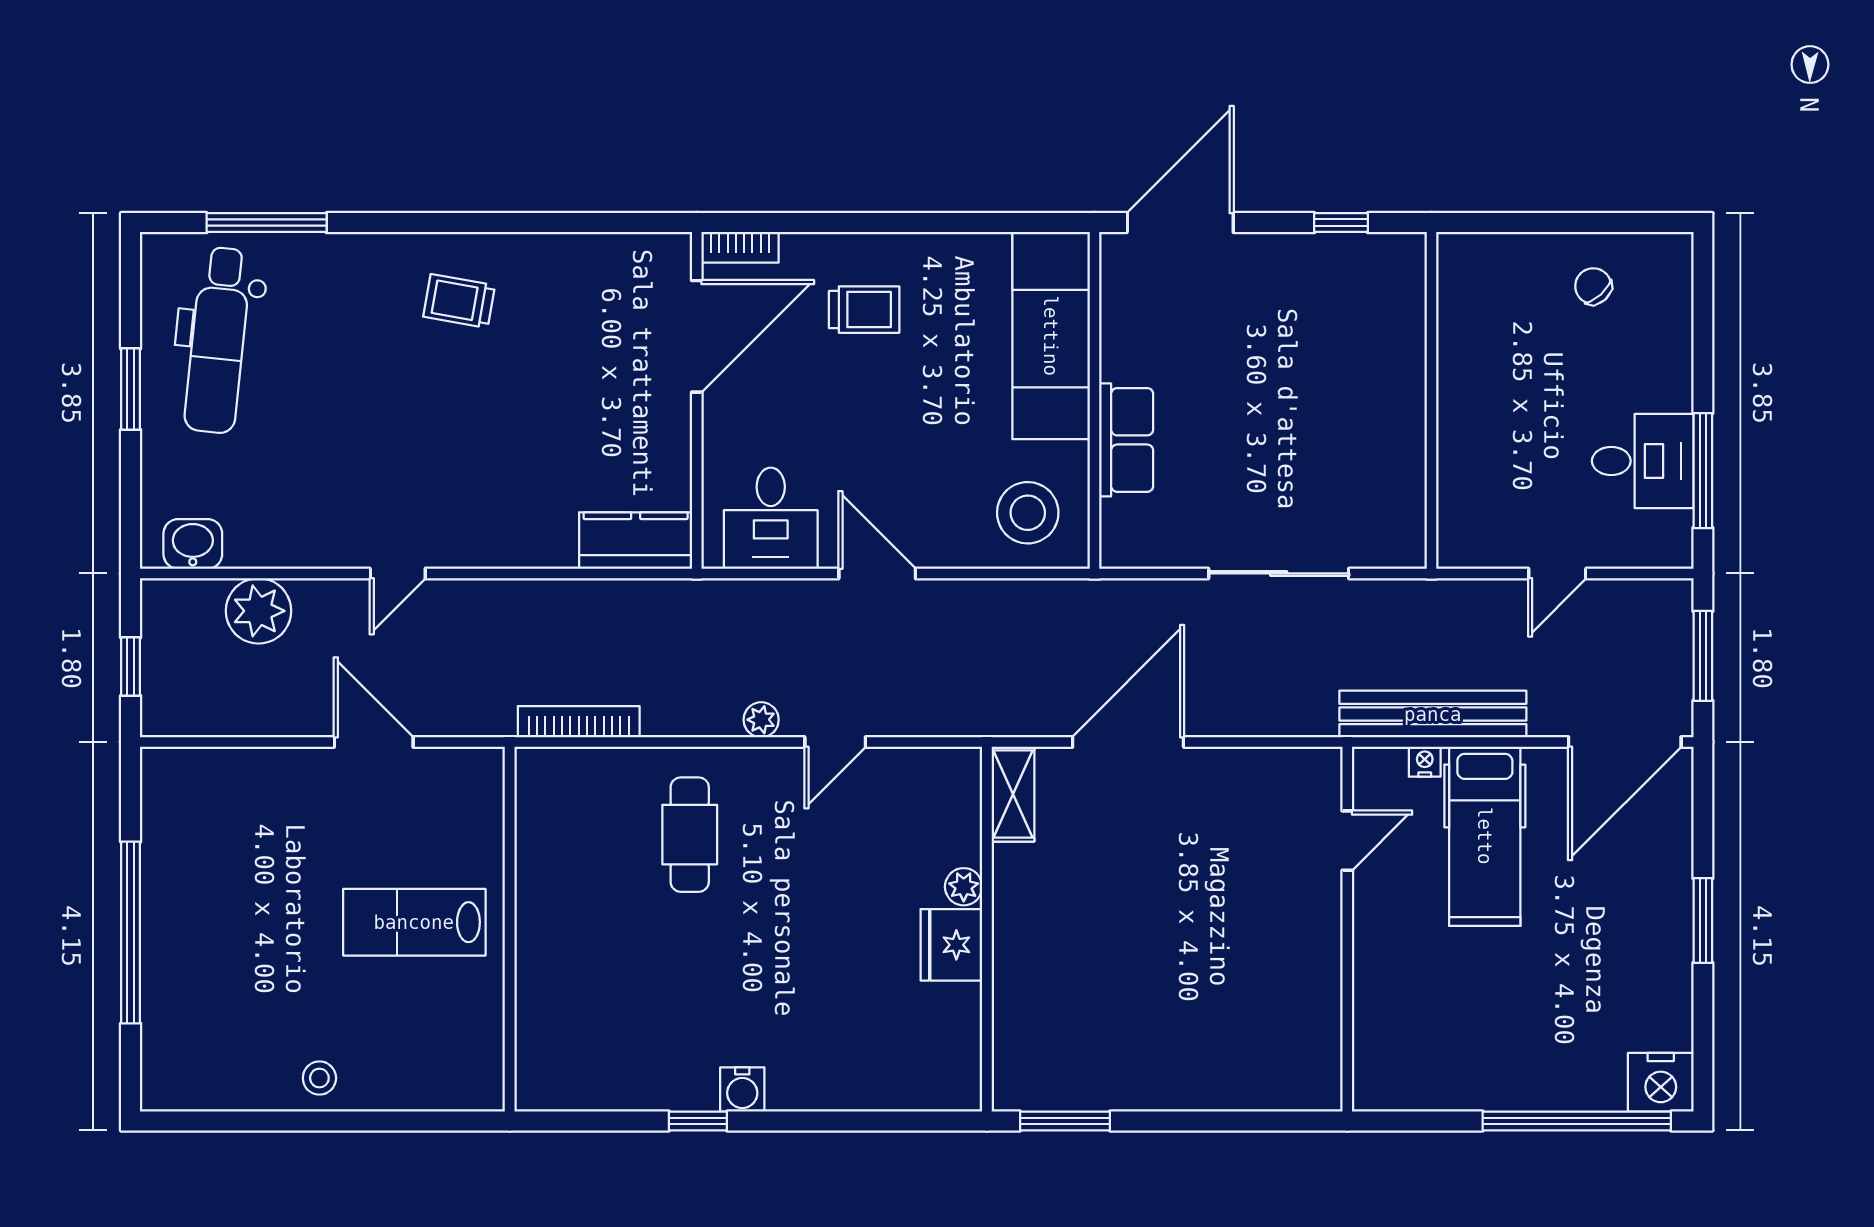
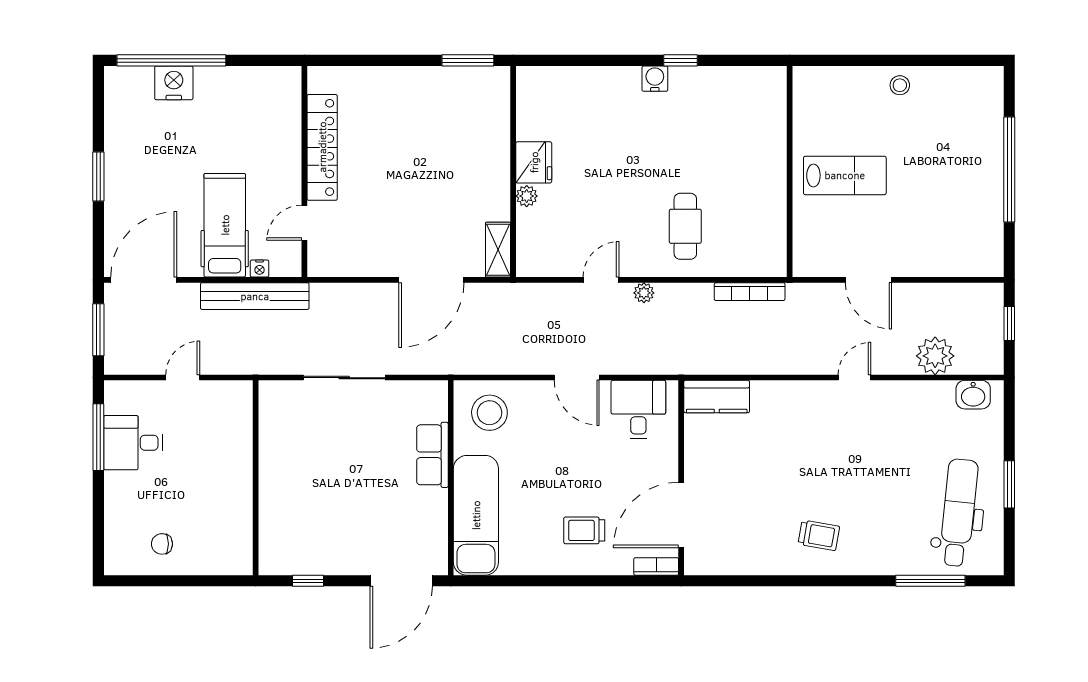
chair: (1593, 286) -> (162, 544), turned 132
locker: (1317, 971) -> (322, 147), added
nightstand: (1661, 1082) -> (174, 83), moved

